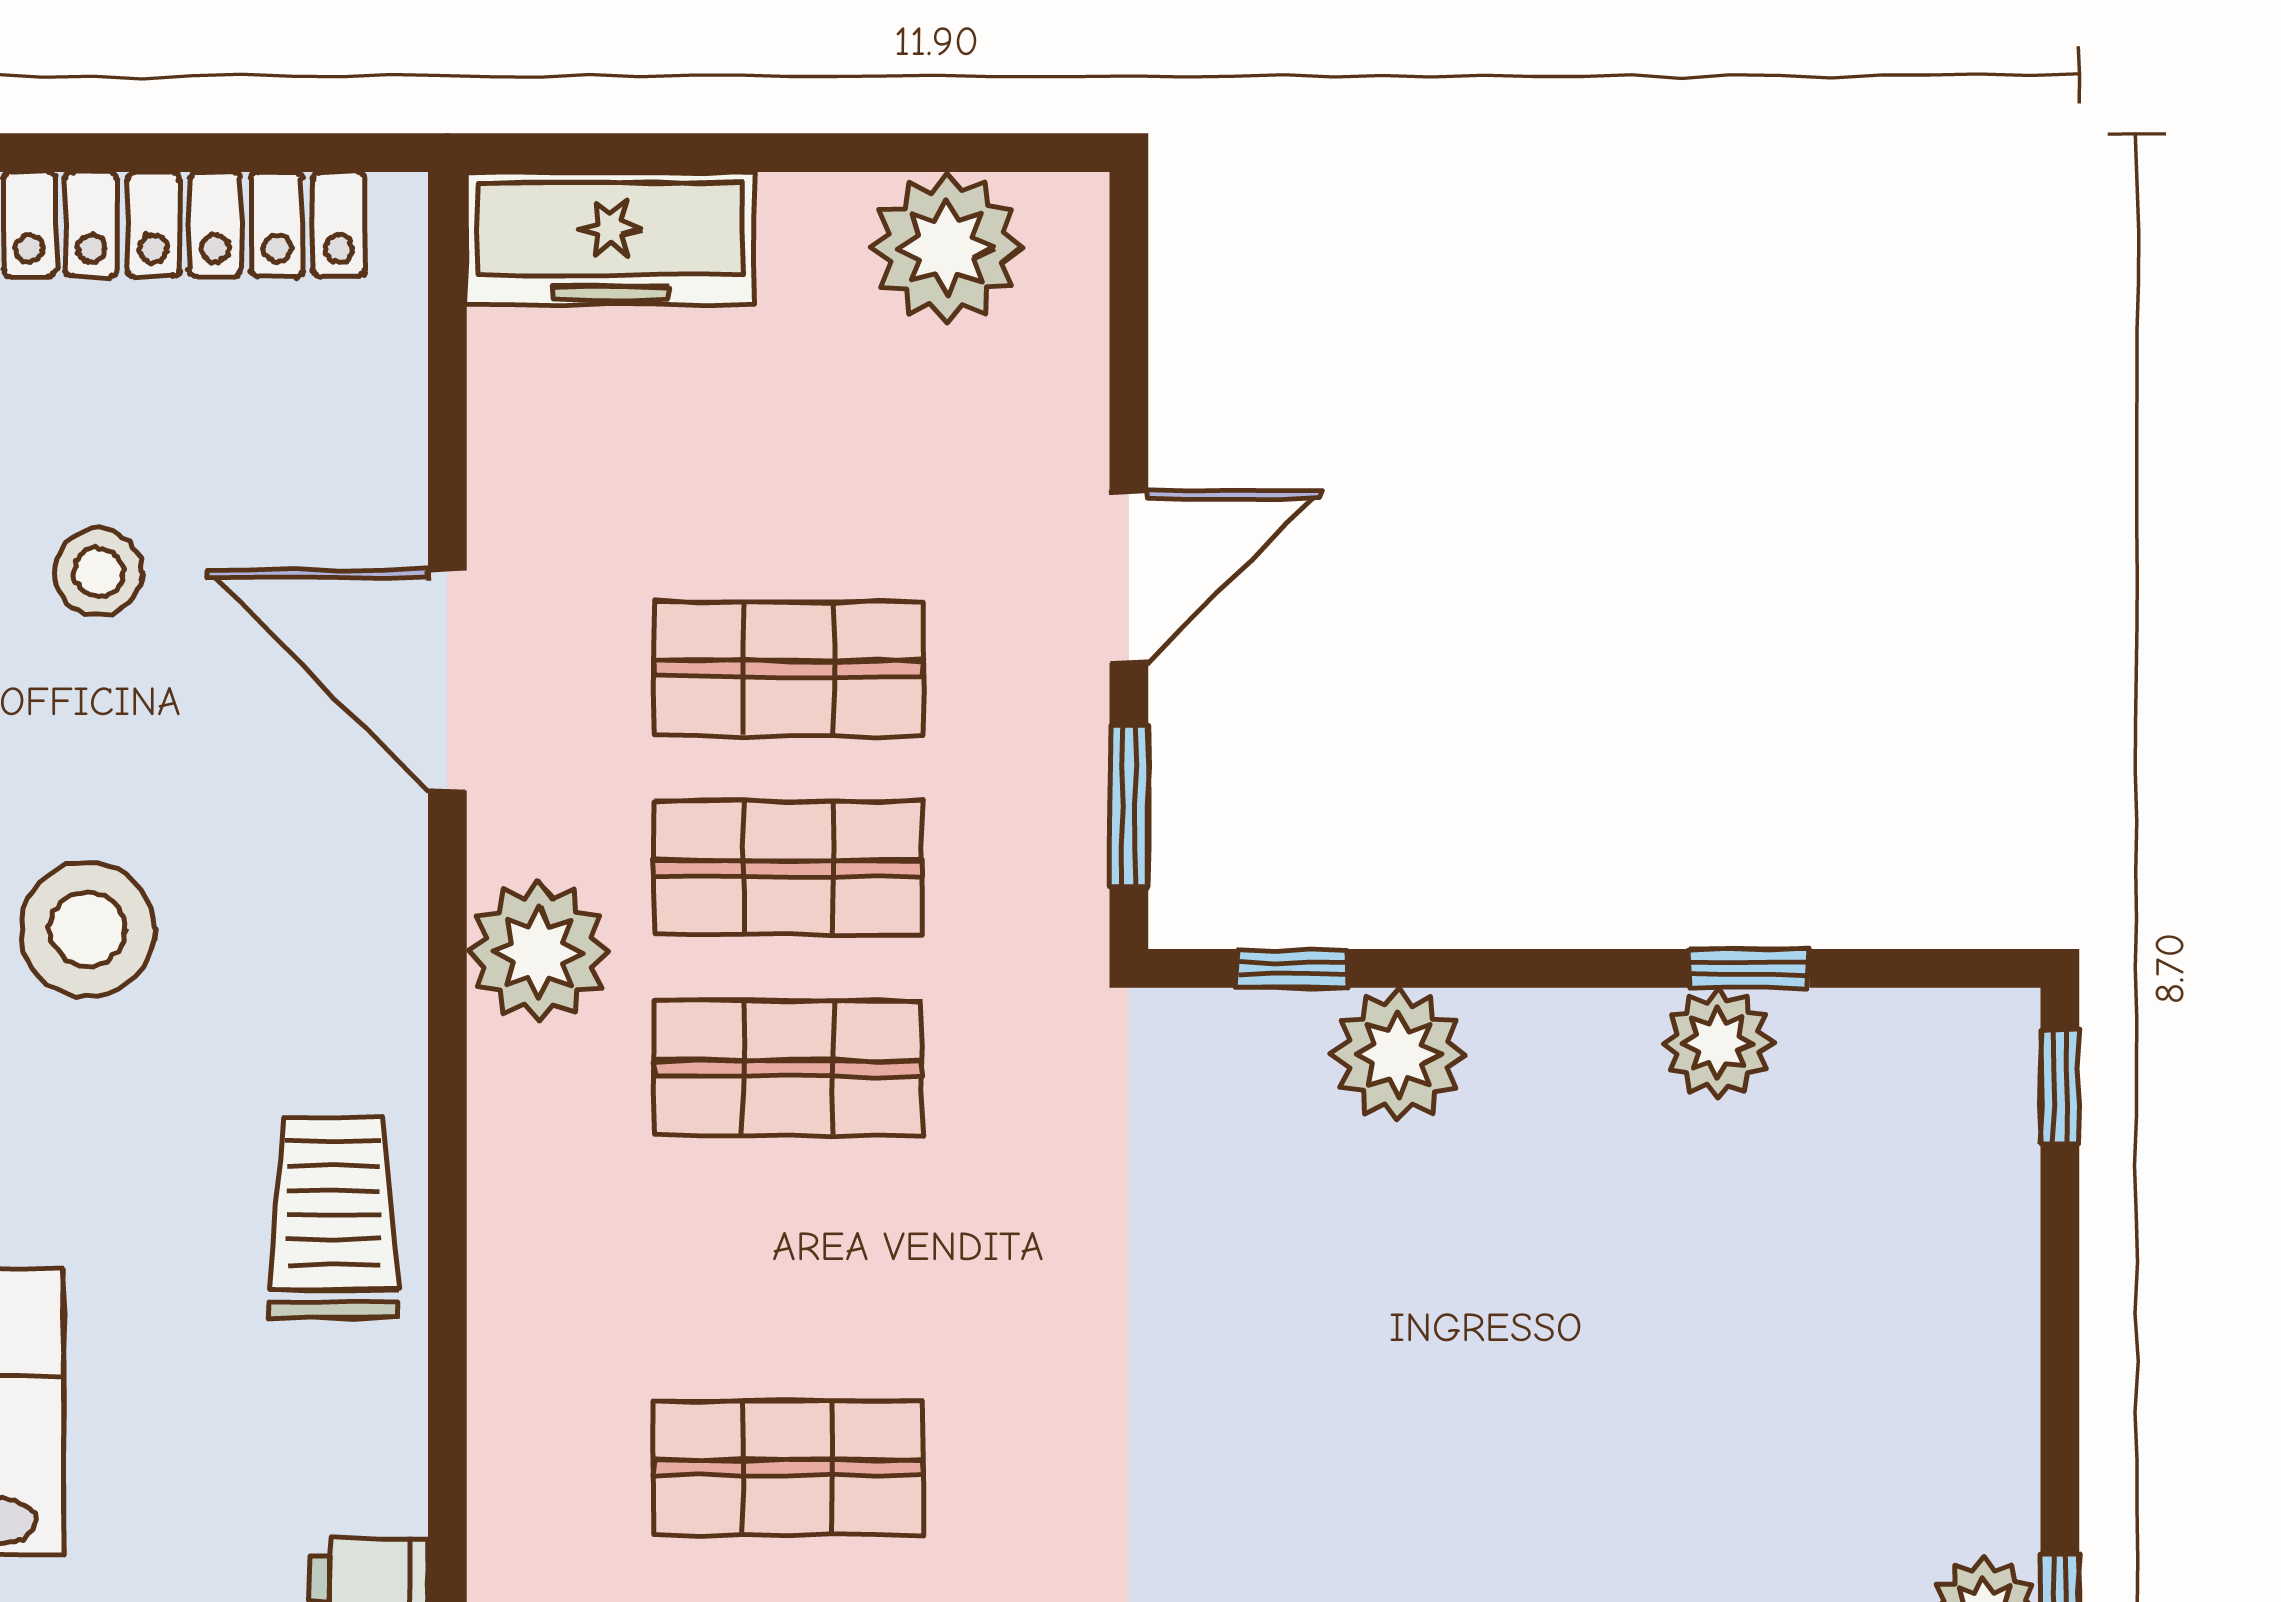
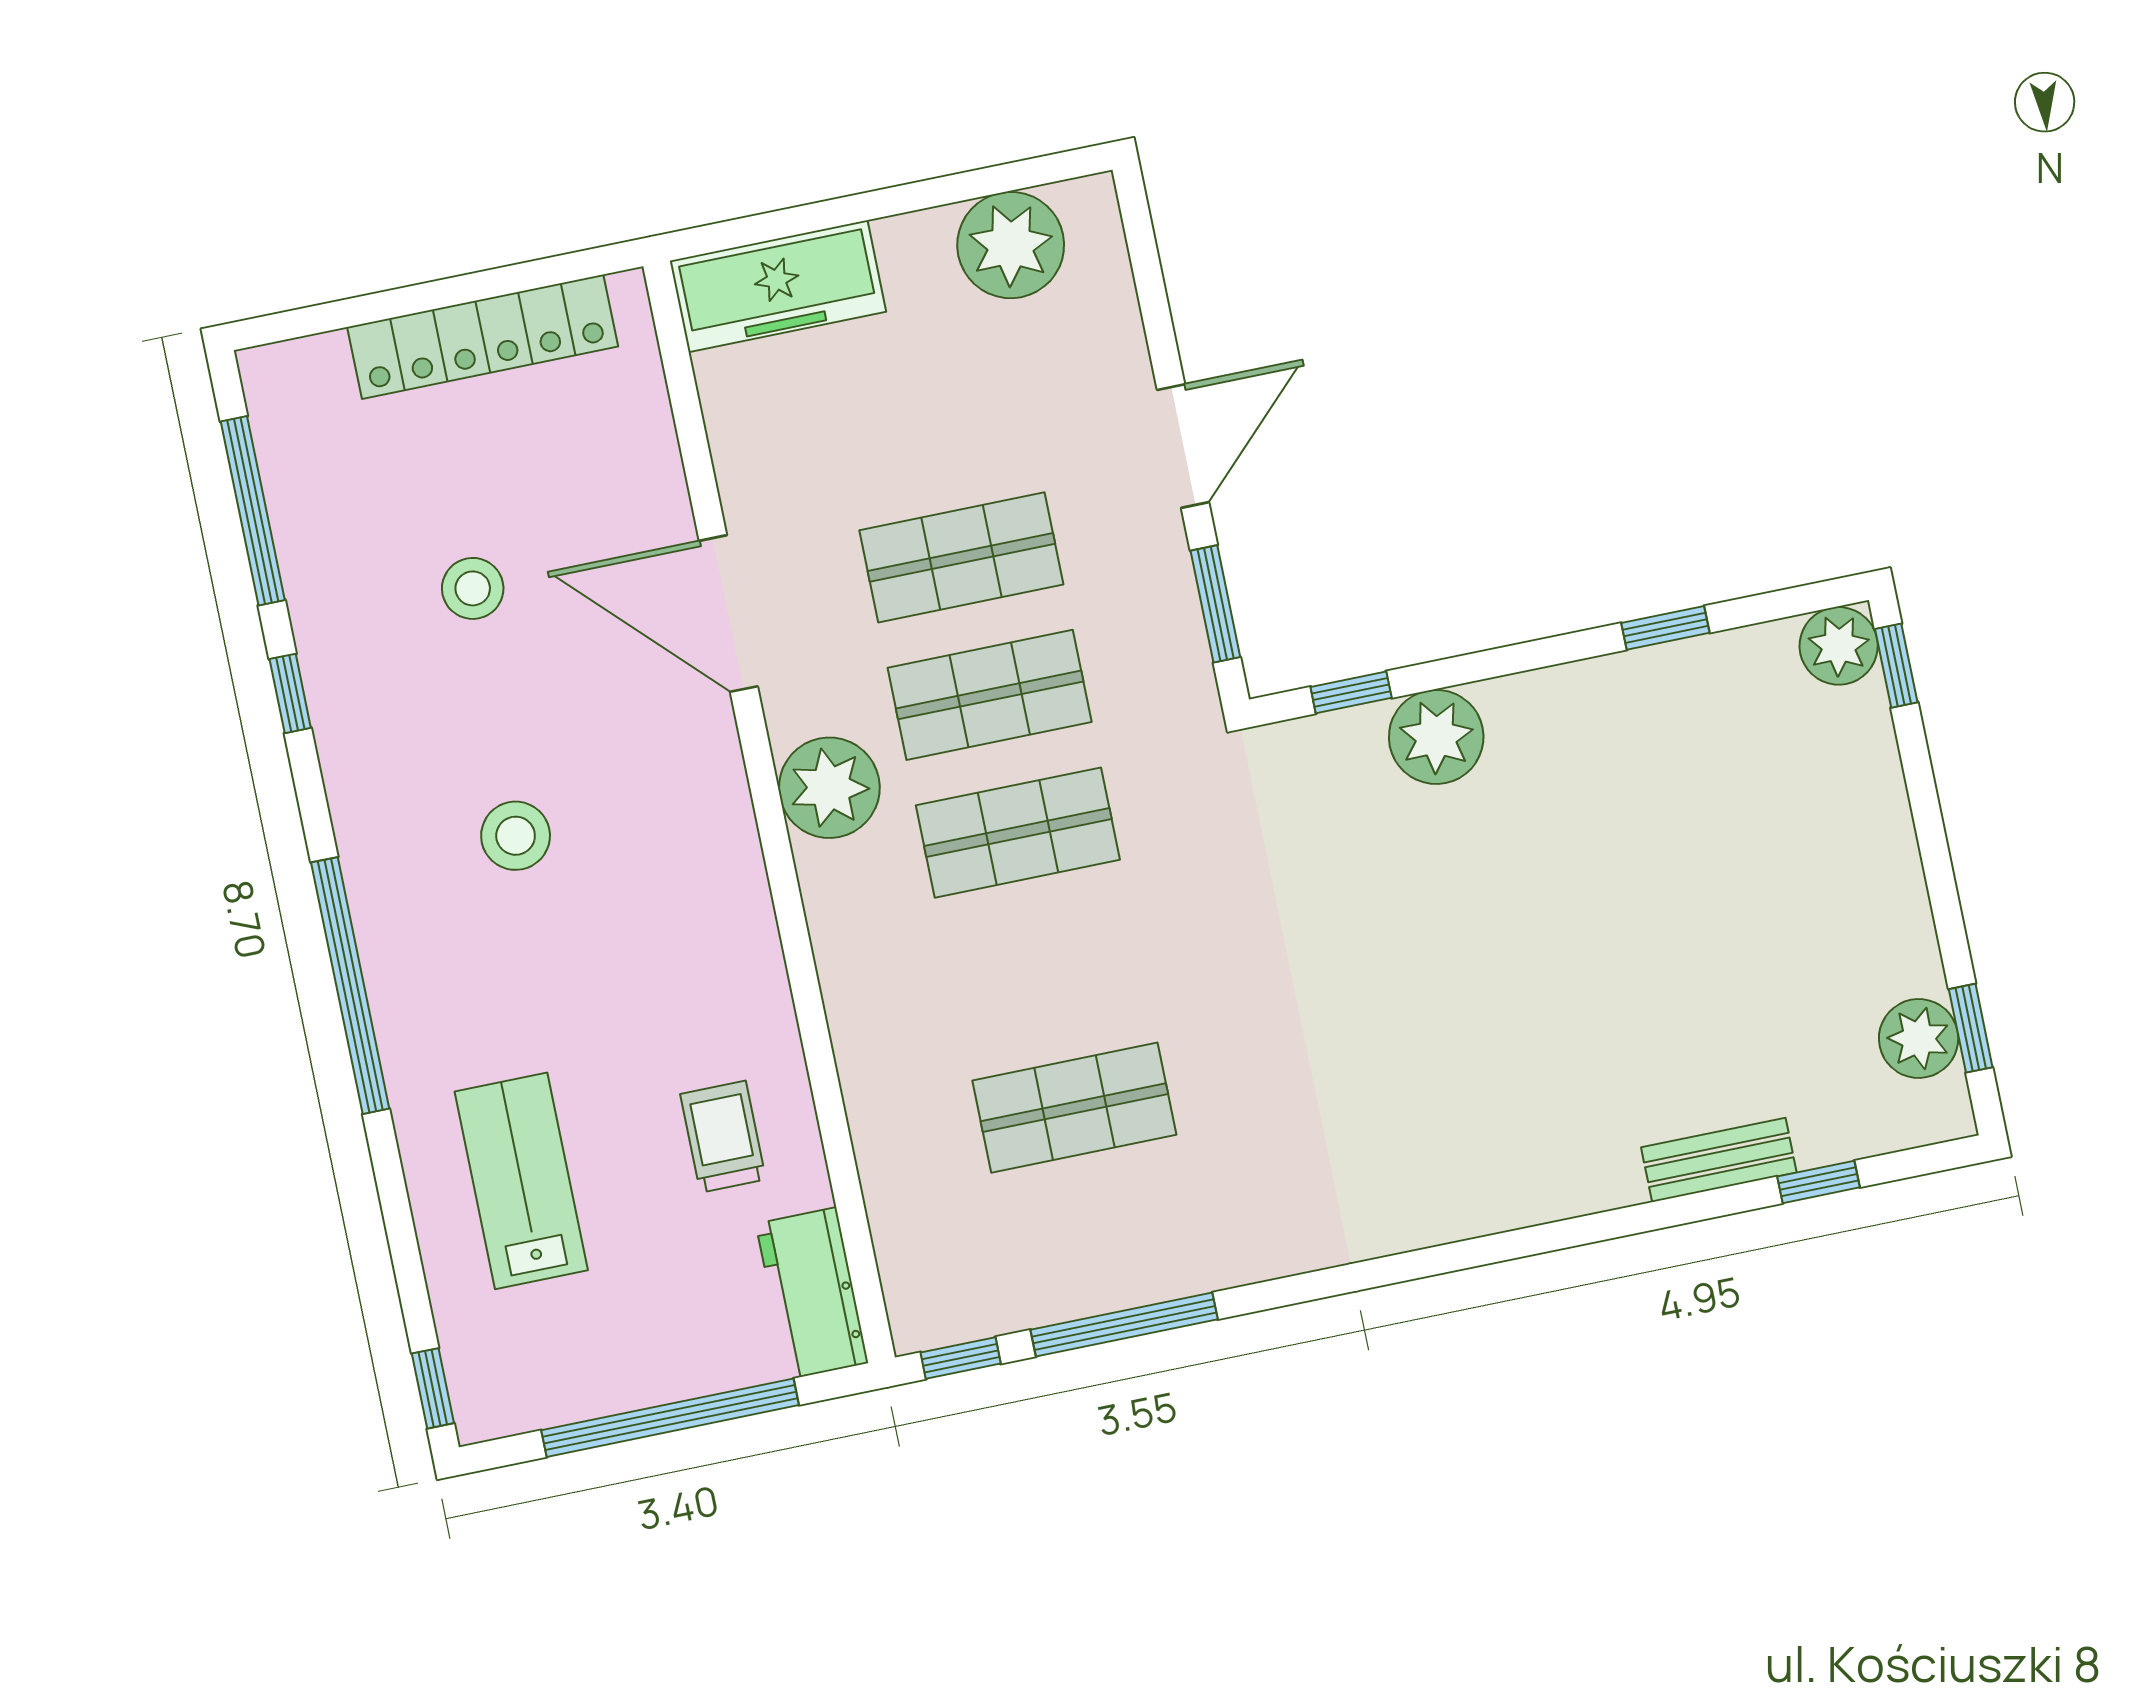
stool: (87, 929) -> (516, 836), width x0.73, depth x0.73
plant: (1718, 1043) -> (1839, 646), moved
trolley: (333, 1217) -> (723, 1137), moved, width x0.73, depth x0.72

